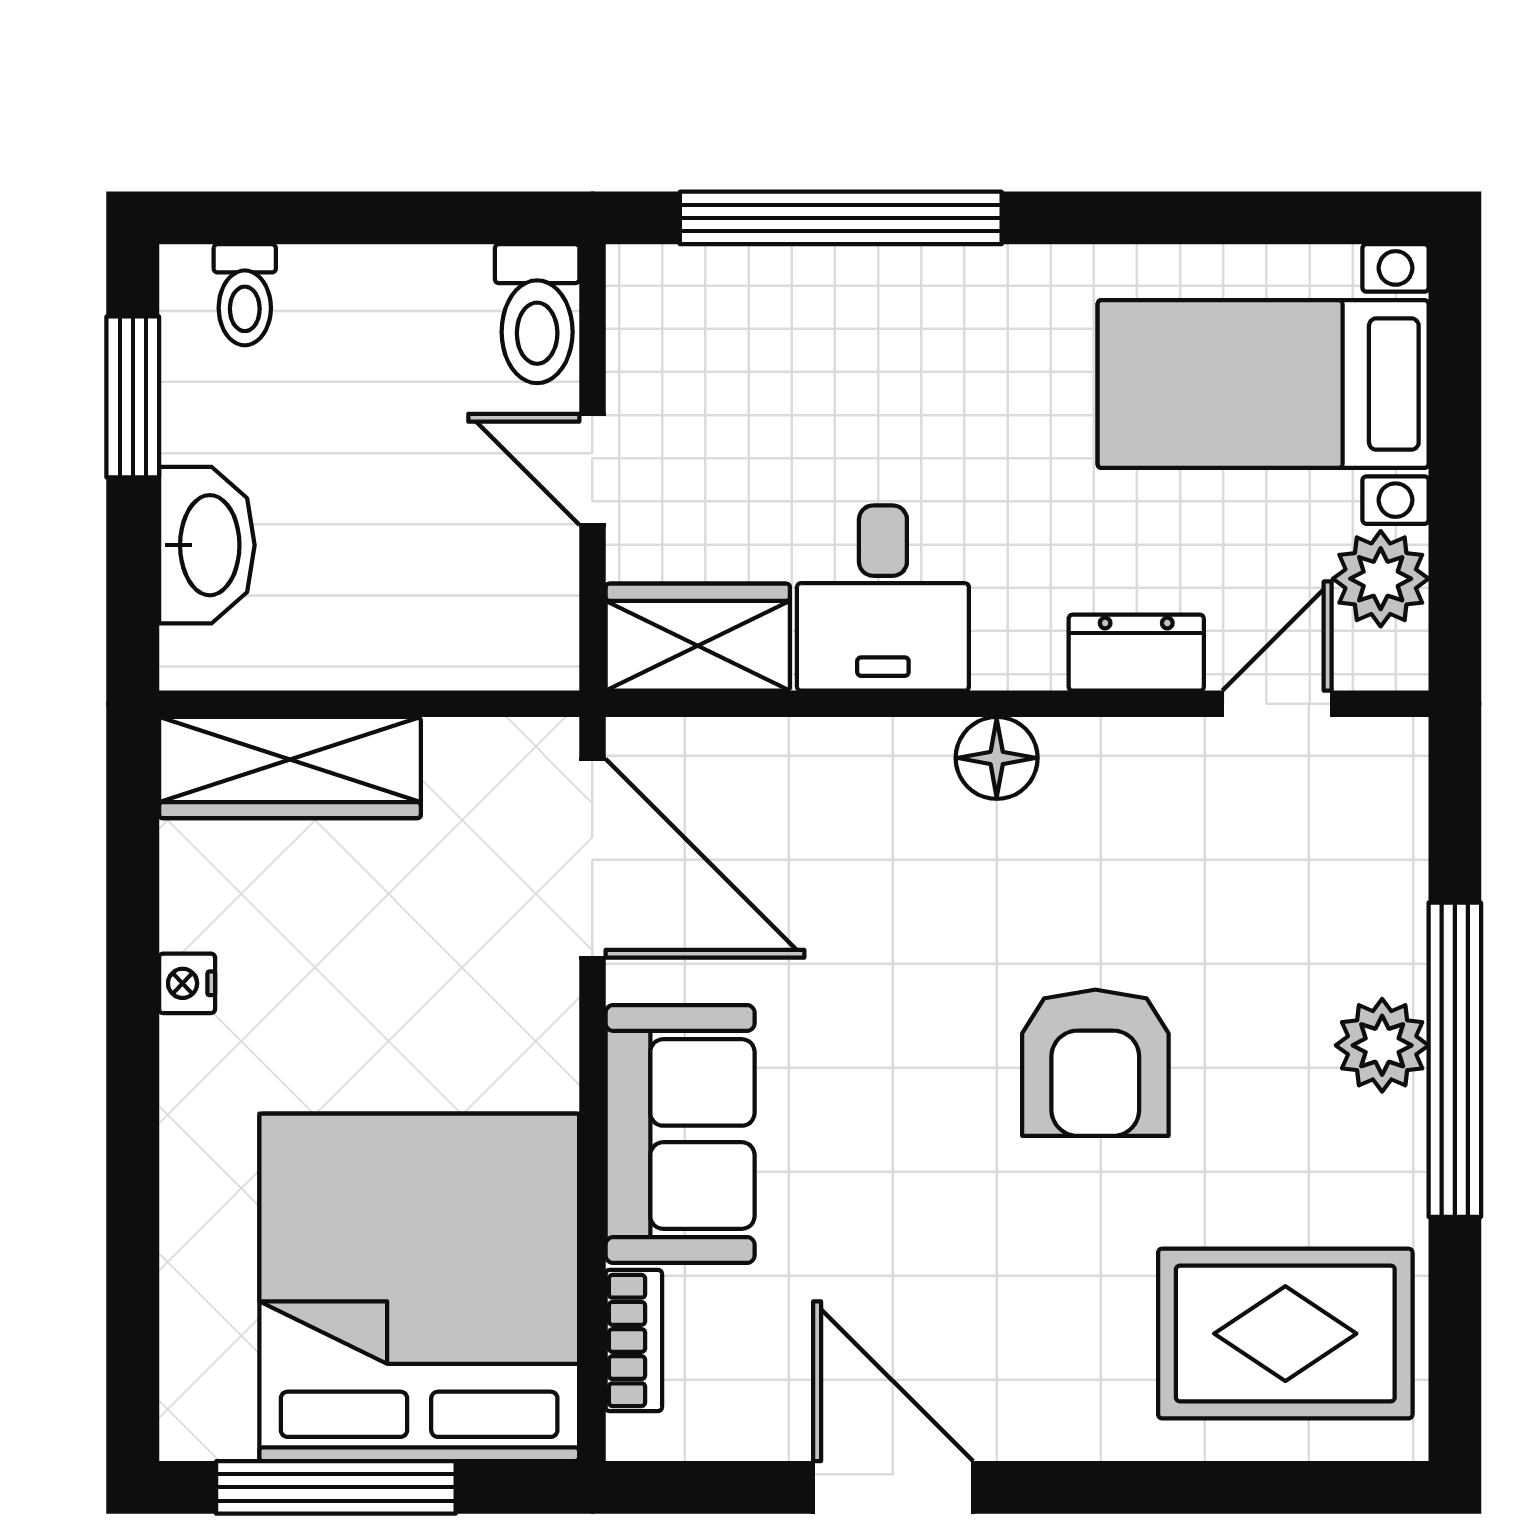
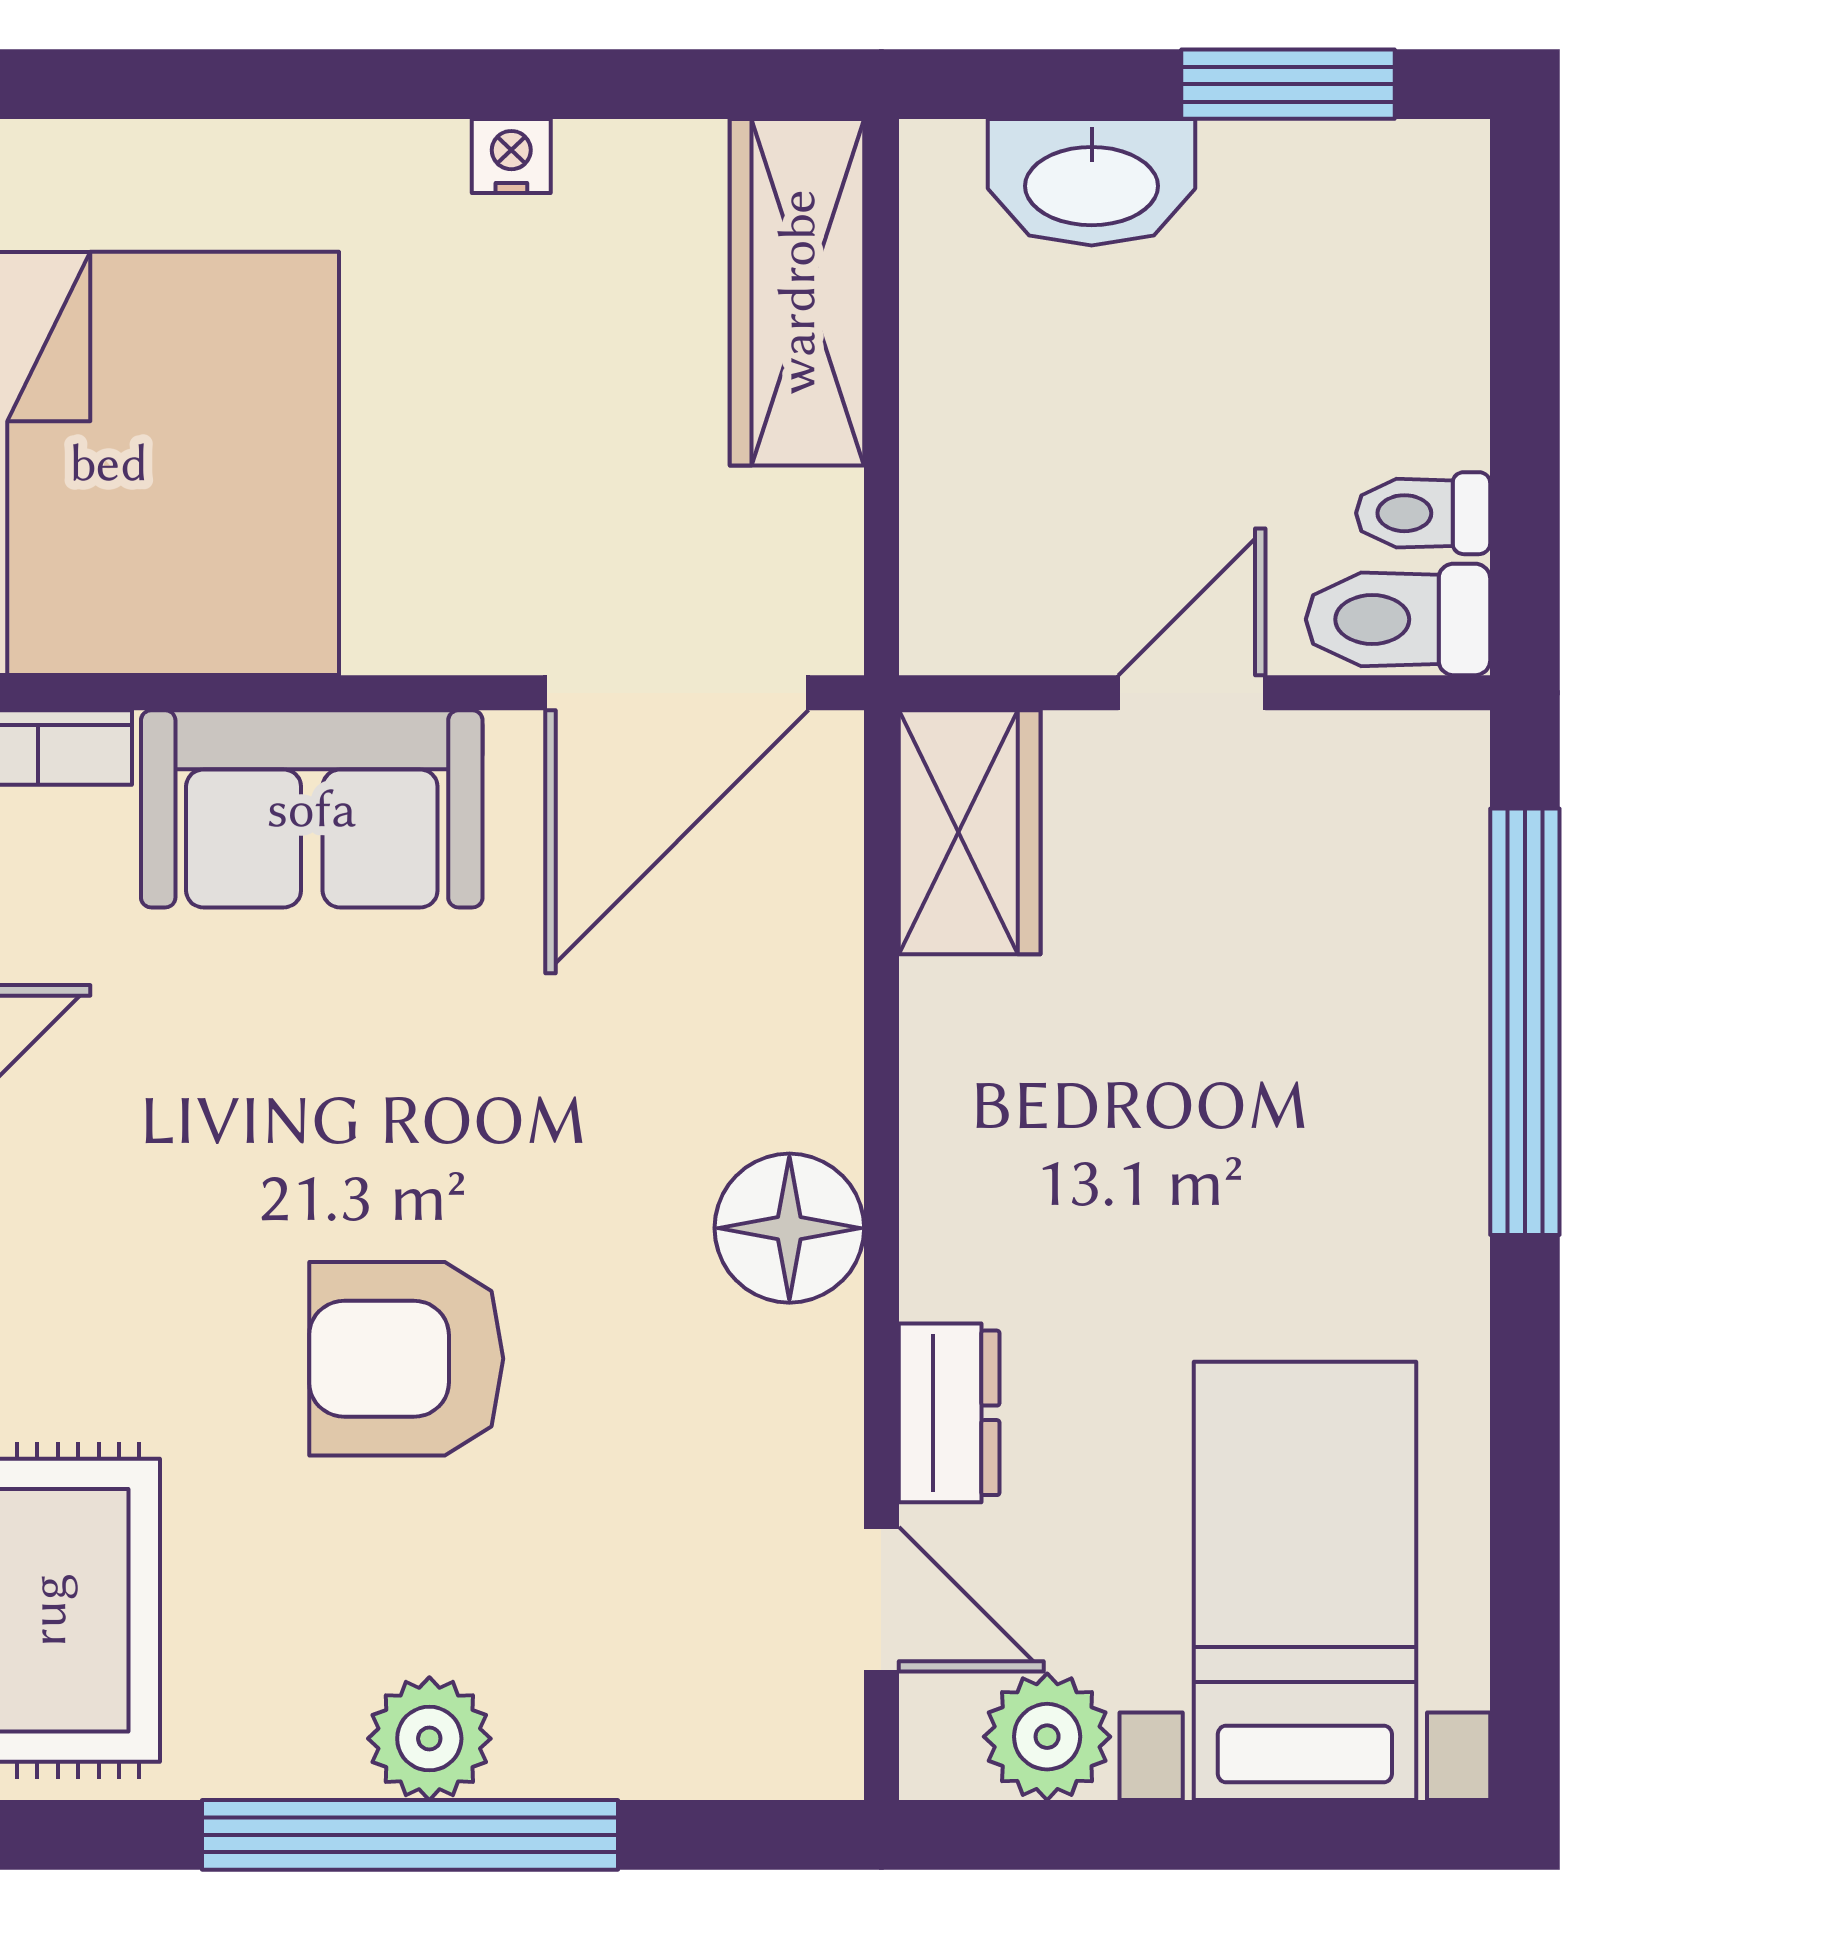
toilet: (245, 295) -> (1423, 513), moved
desk: (883, 598) -> (1022, 1077), removed
floor lamp: (997, 758) -> (789, 1228), width x1.38, depth x1.38

